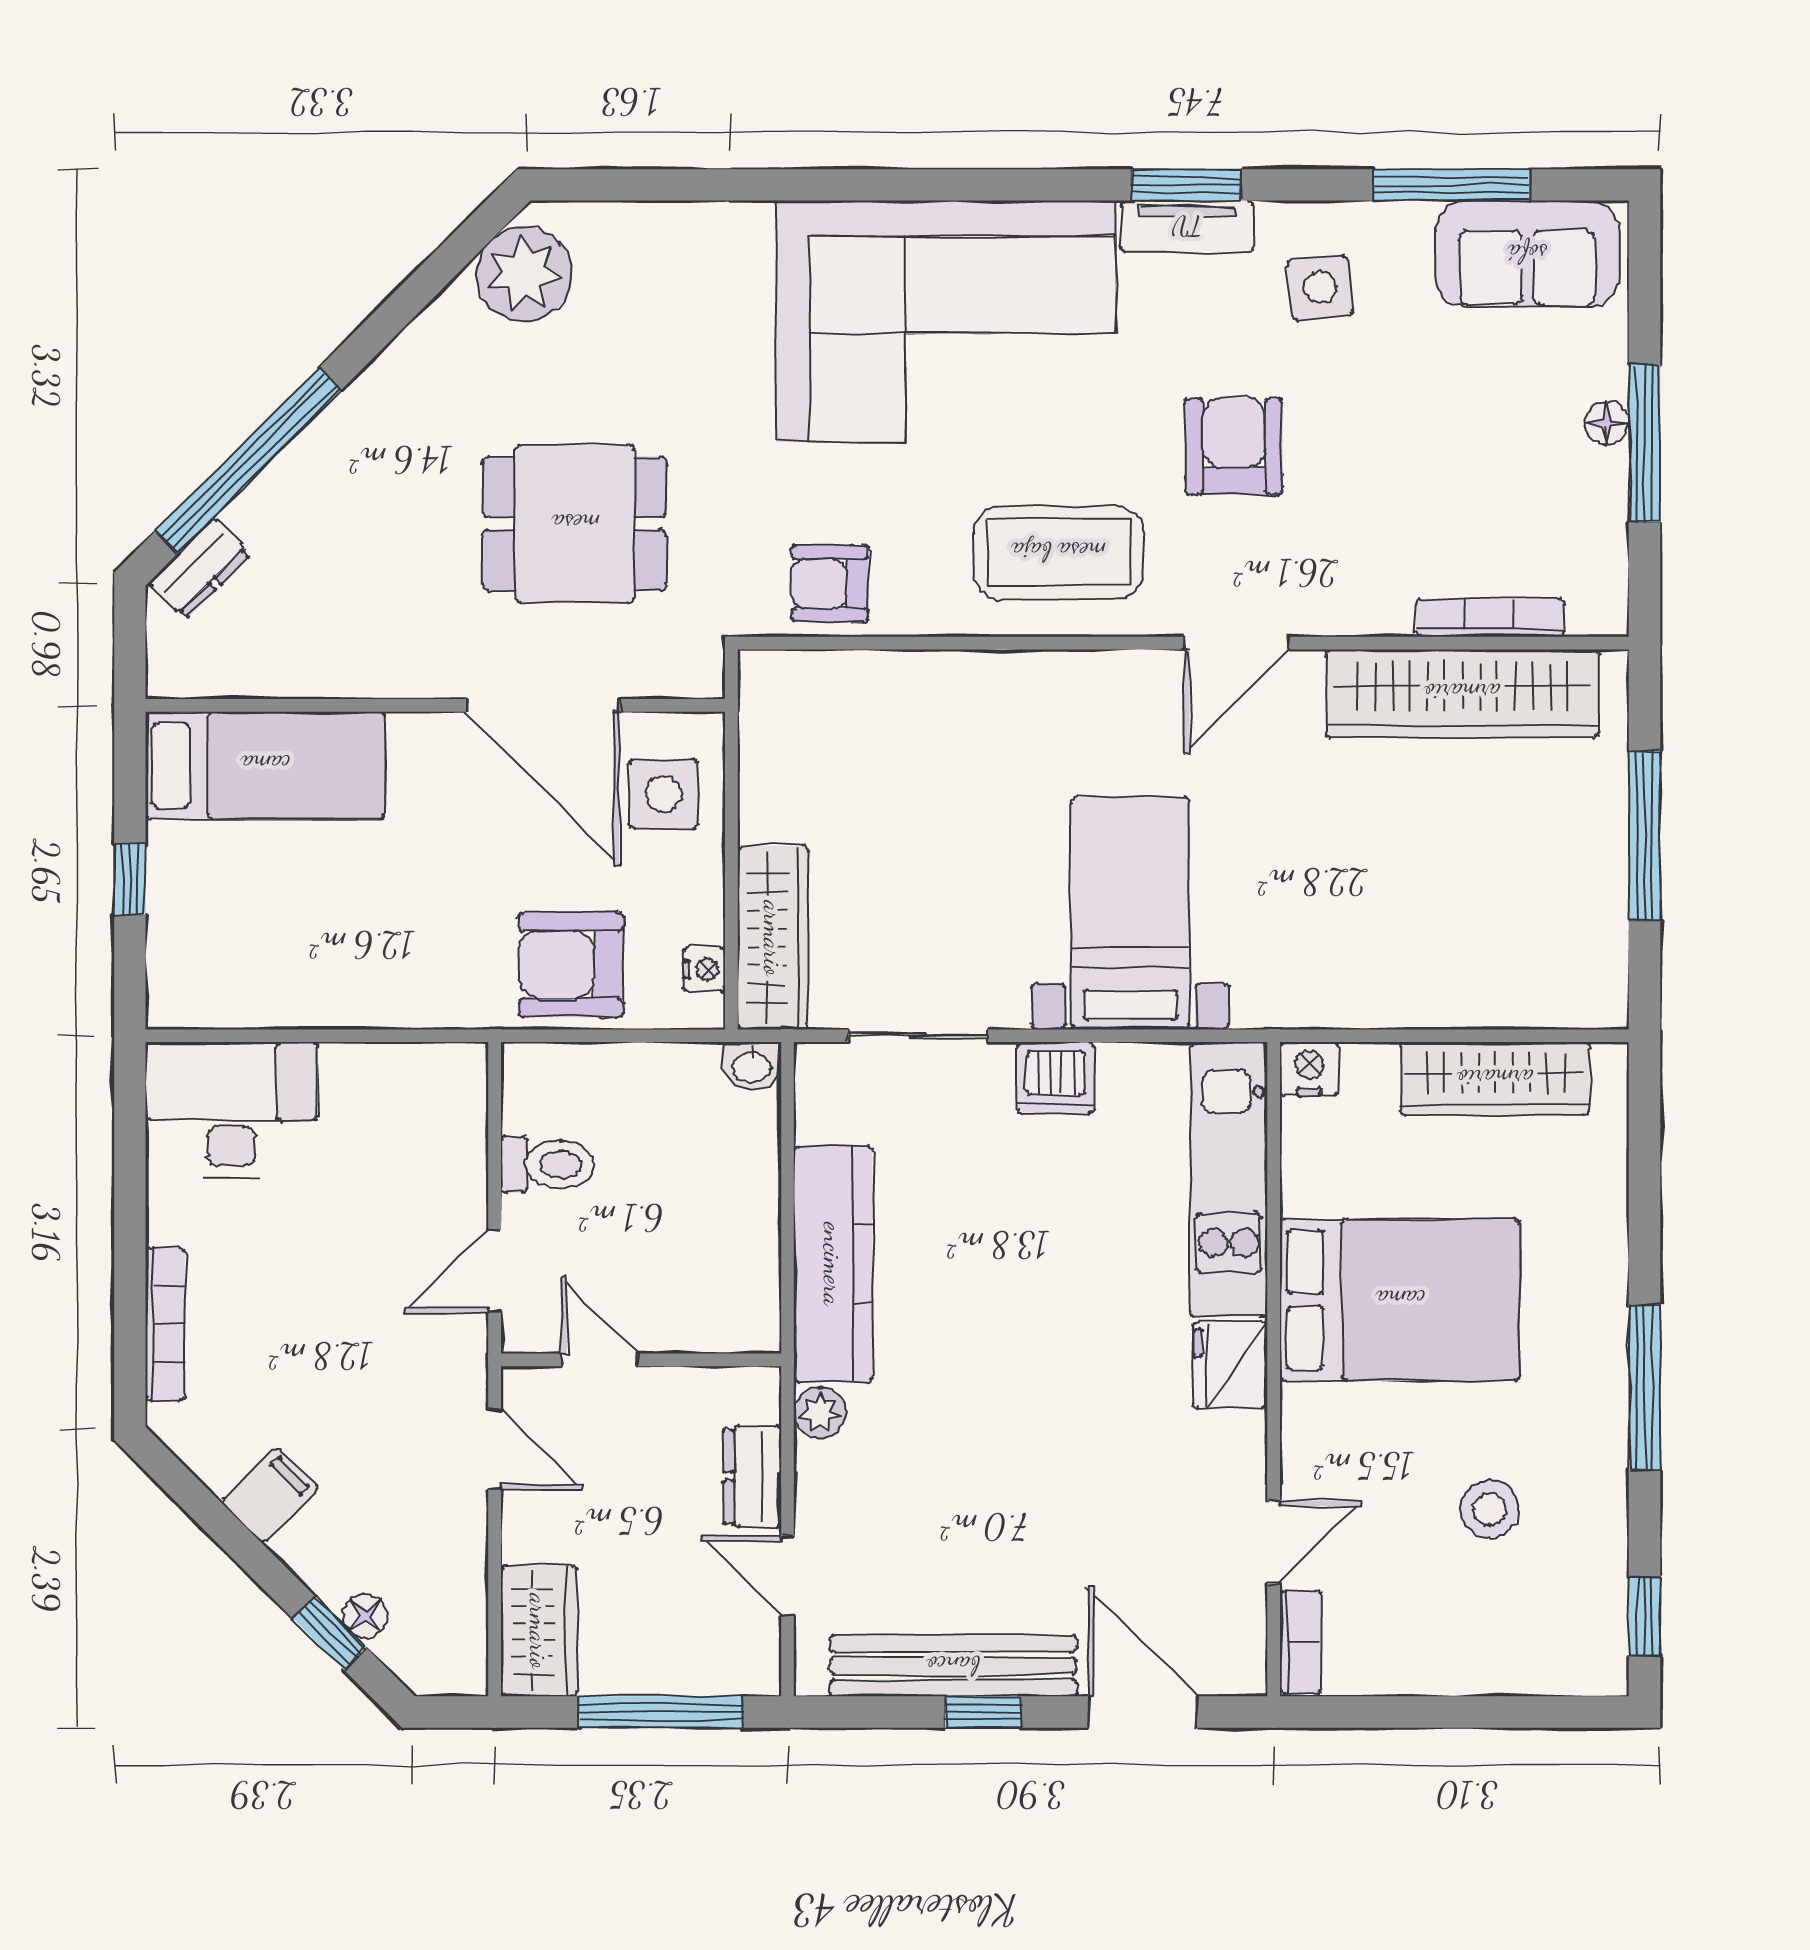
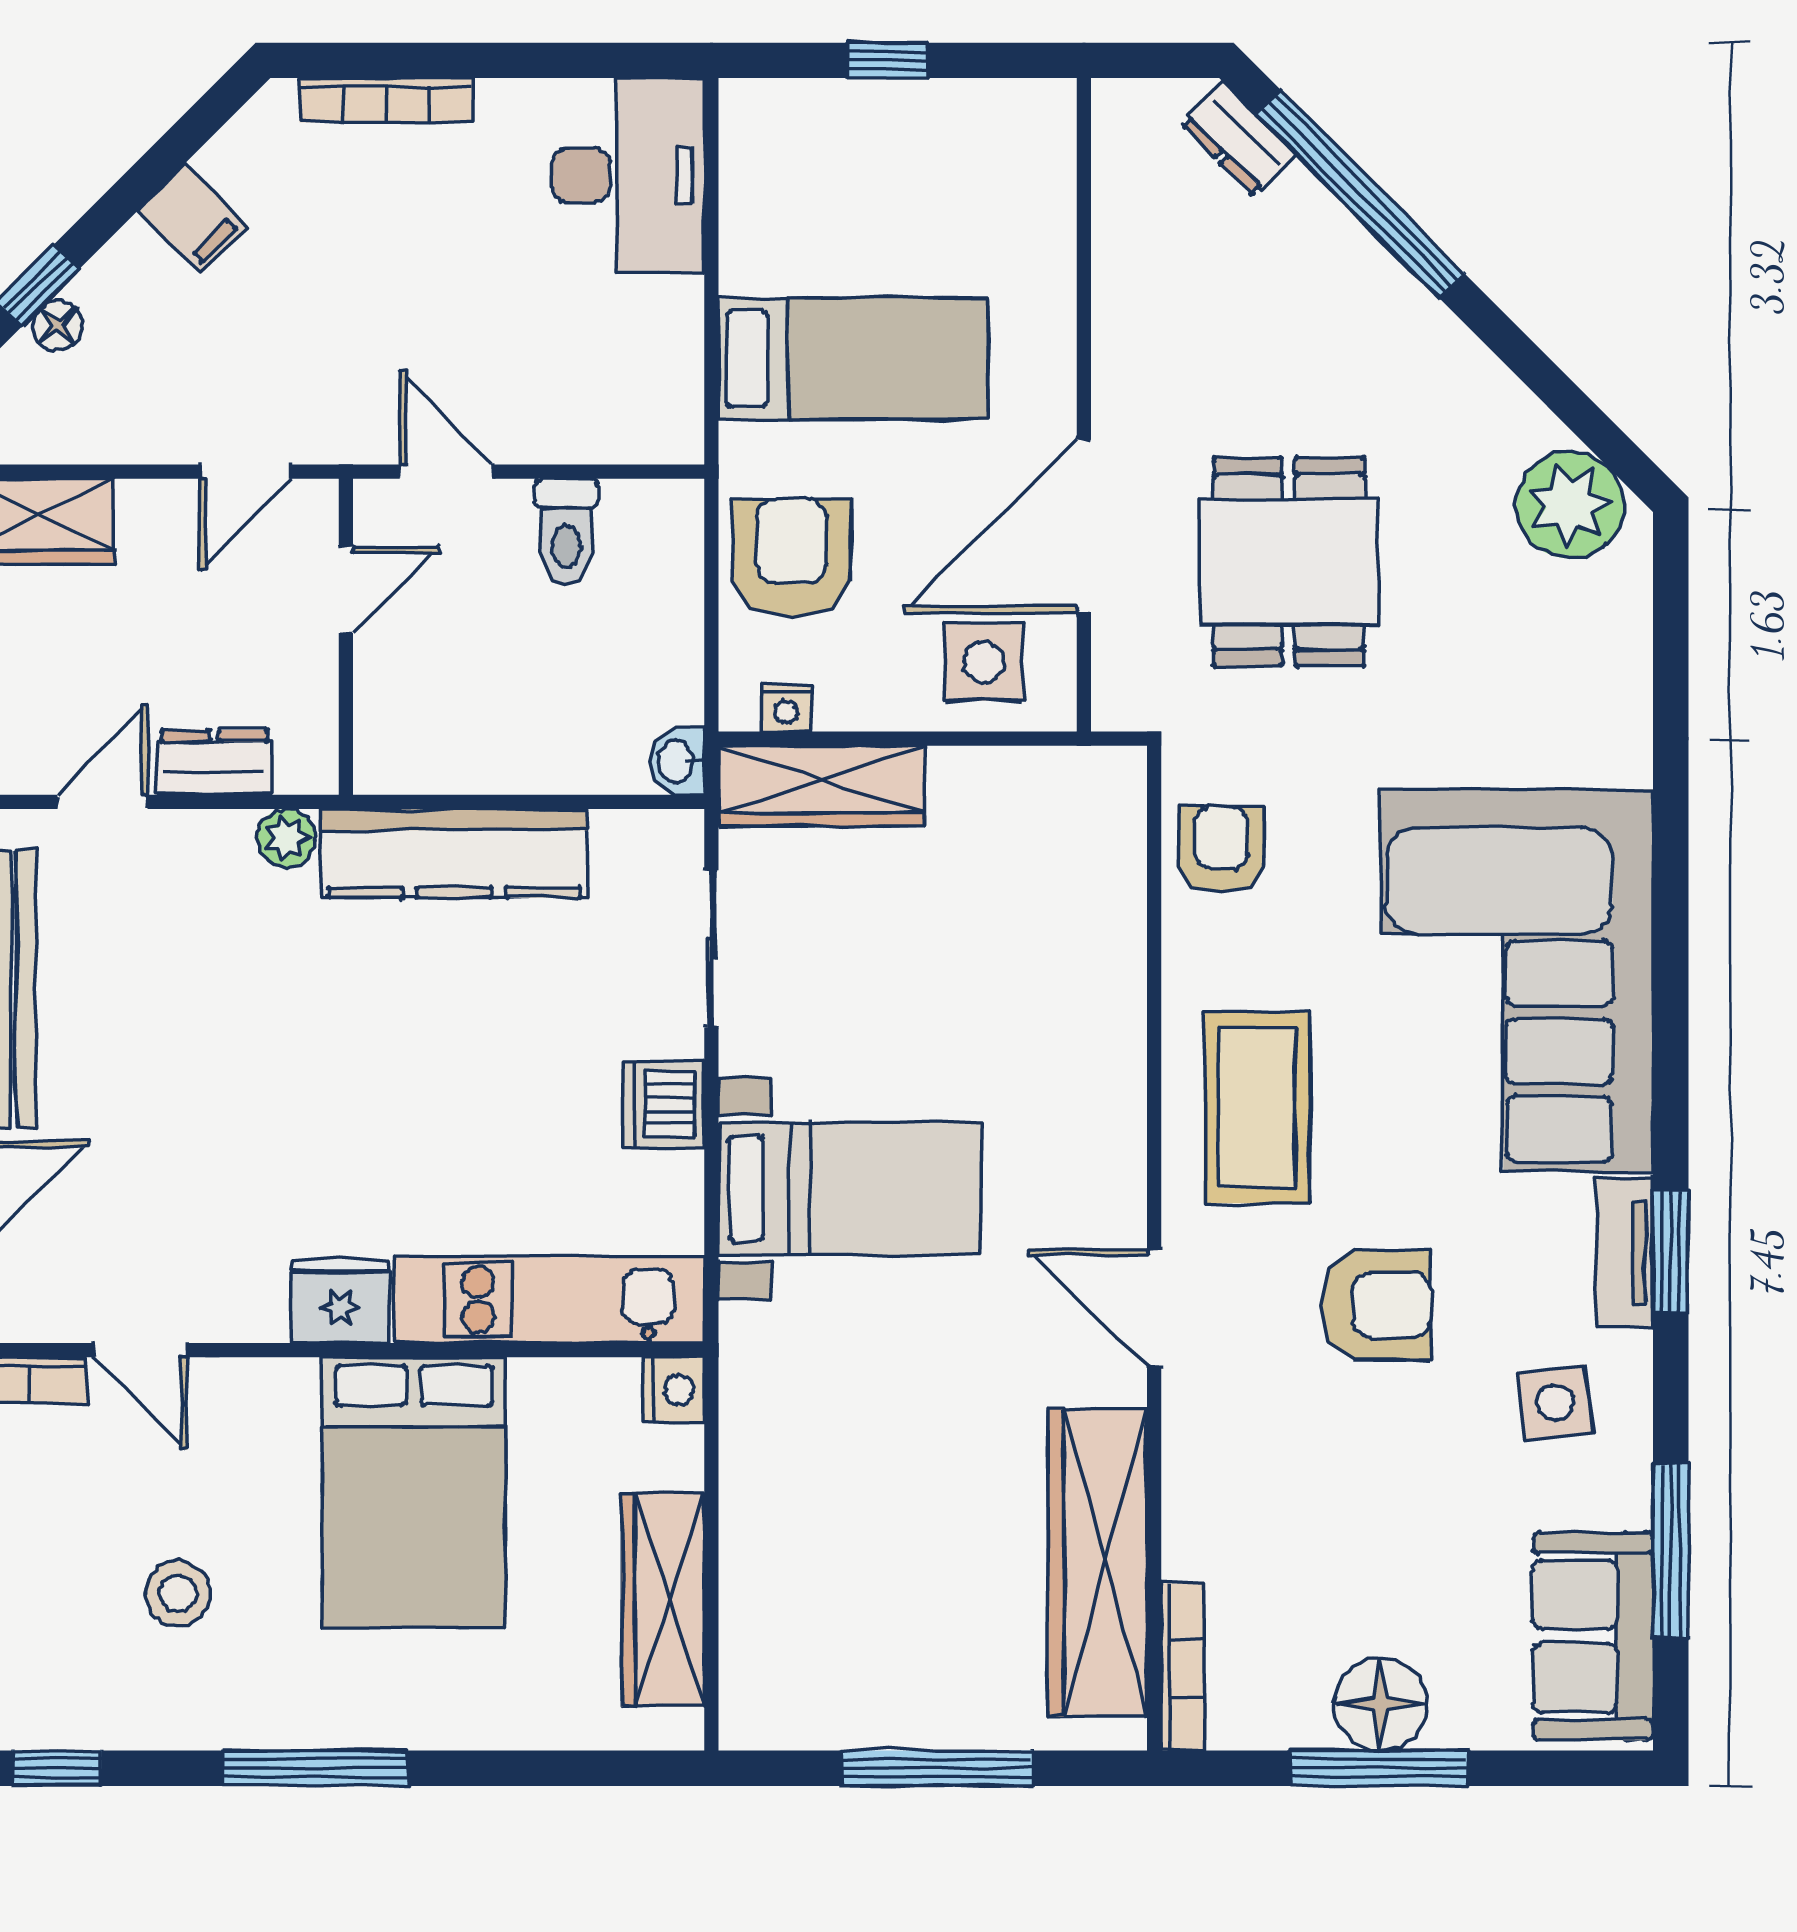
floor lamp: (1607, 423) -> (1380, 1704), width x1.89, depth x1.89
bookcase: (1490, 618) -> (1183, 1667), moved
bed: (265, 765) -> (853, 359), moved, turned -90

